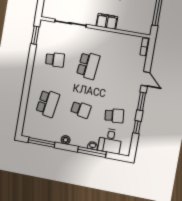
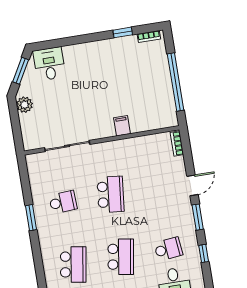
filing cabinet: (107, 21) -> (122, 126), width x0.50
window: (35, 35) -> (31, 218), moved
door: (145, 79) -> (192, 185), hinge flipped
school desk: (81, 110) -> (121, 257), width x1.85

